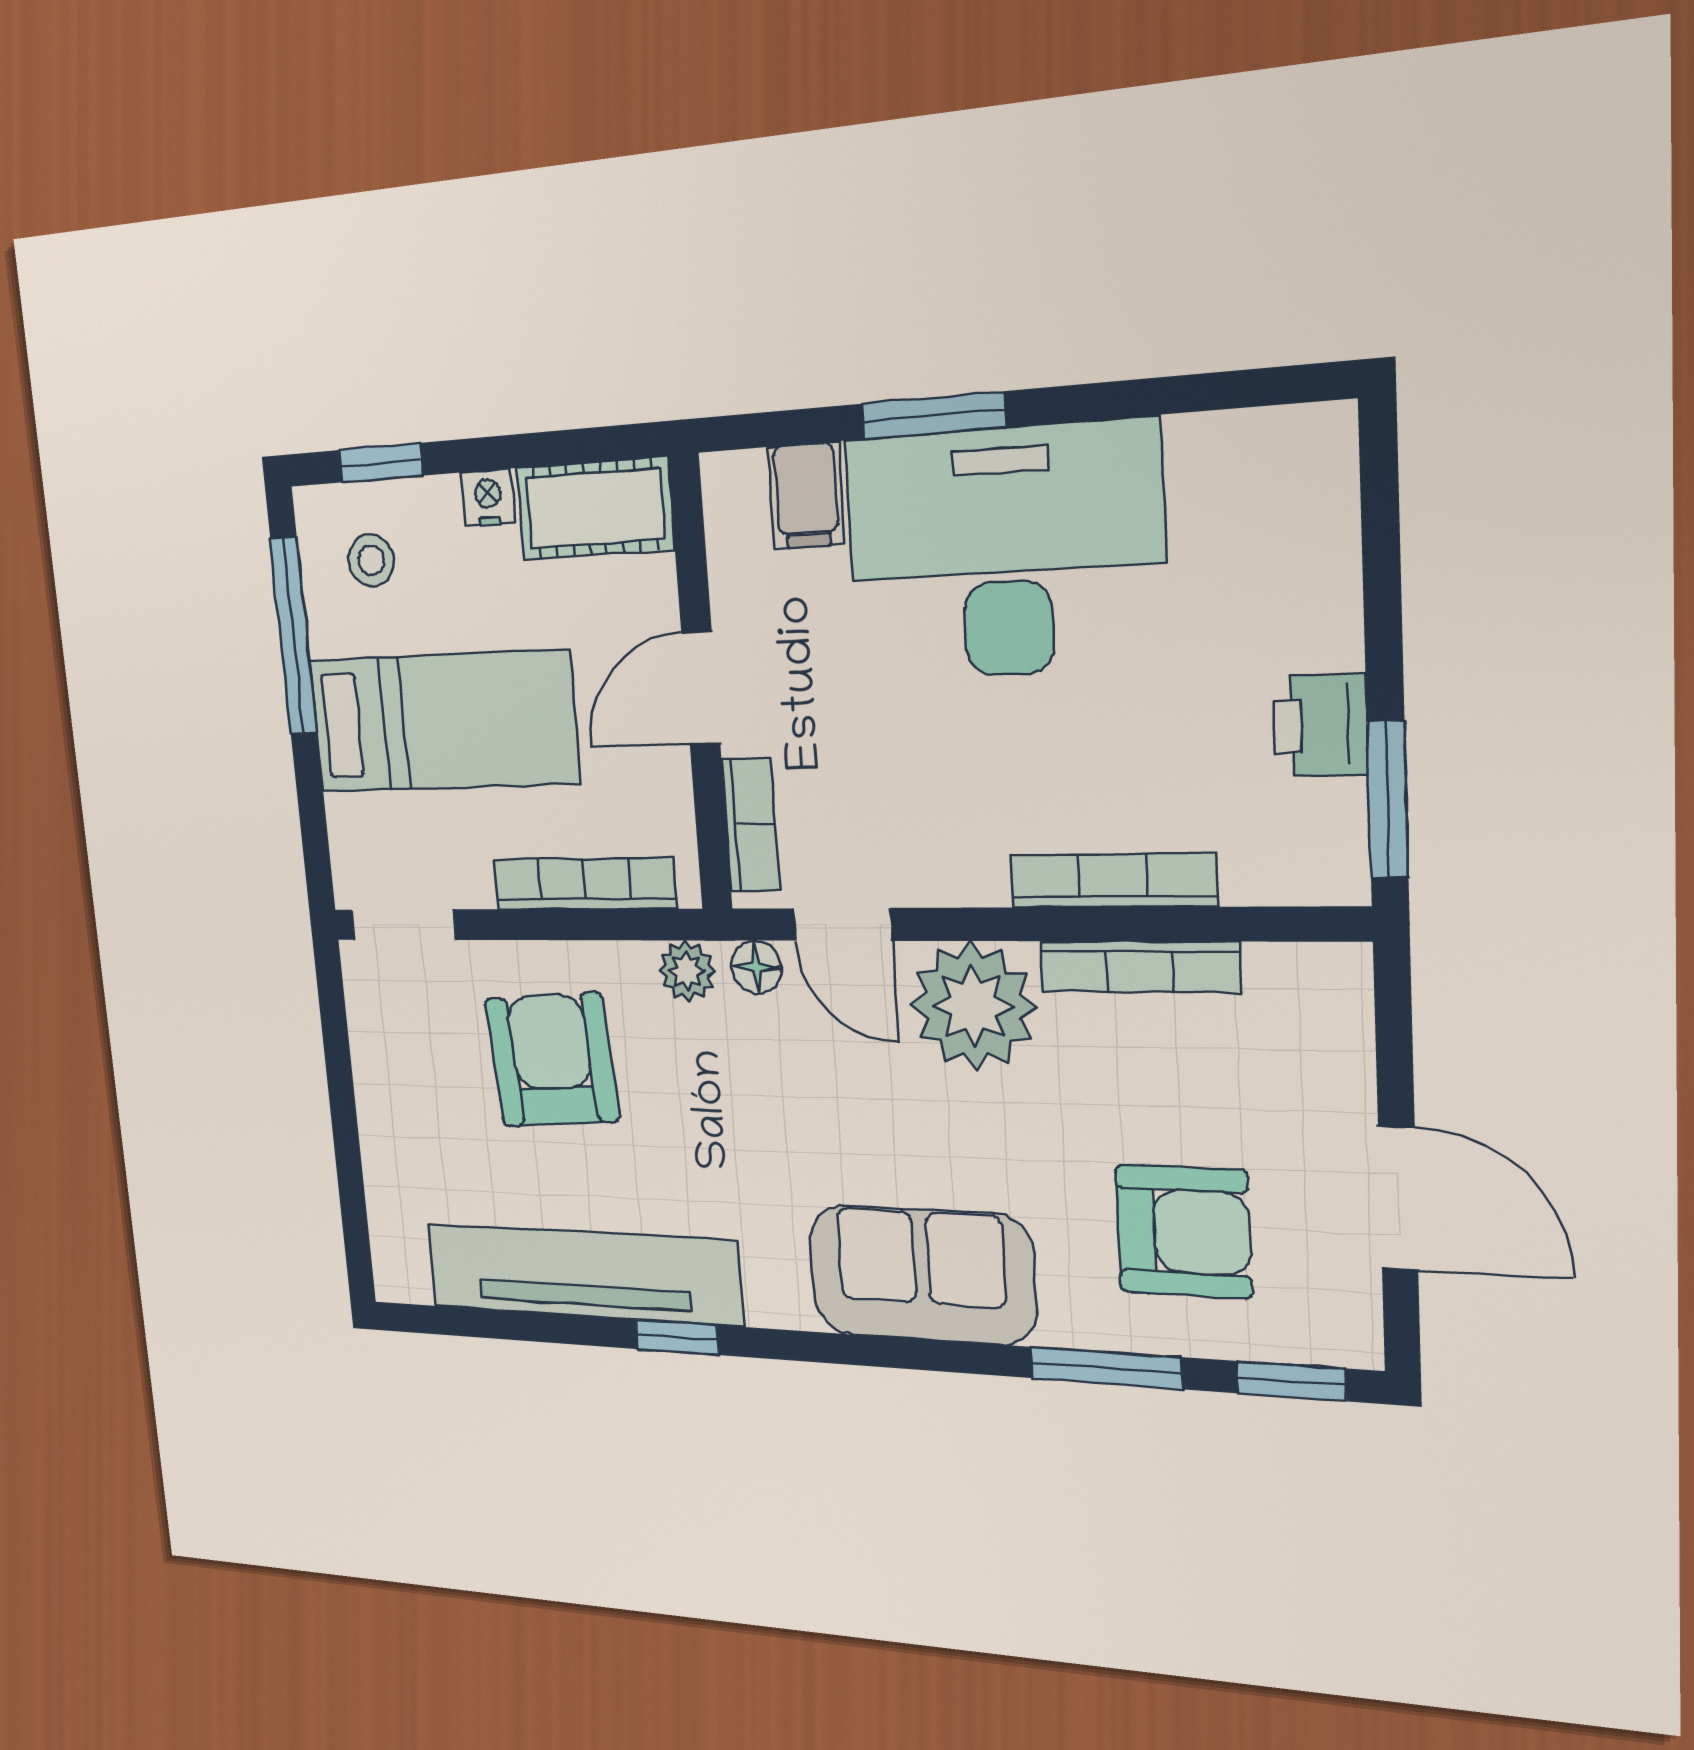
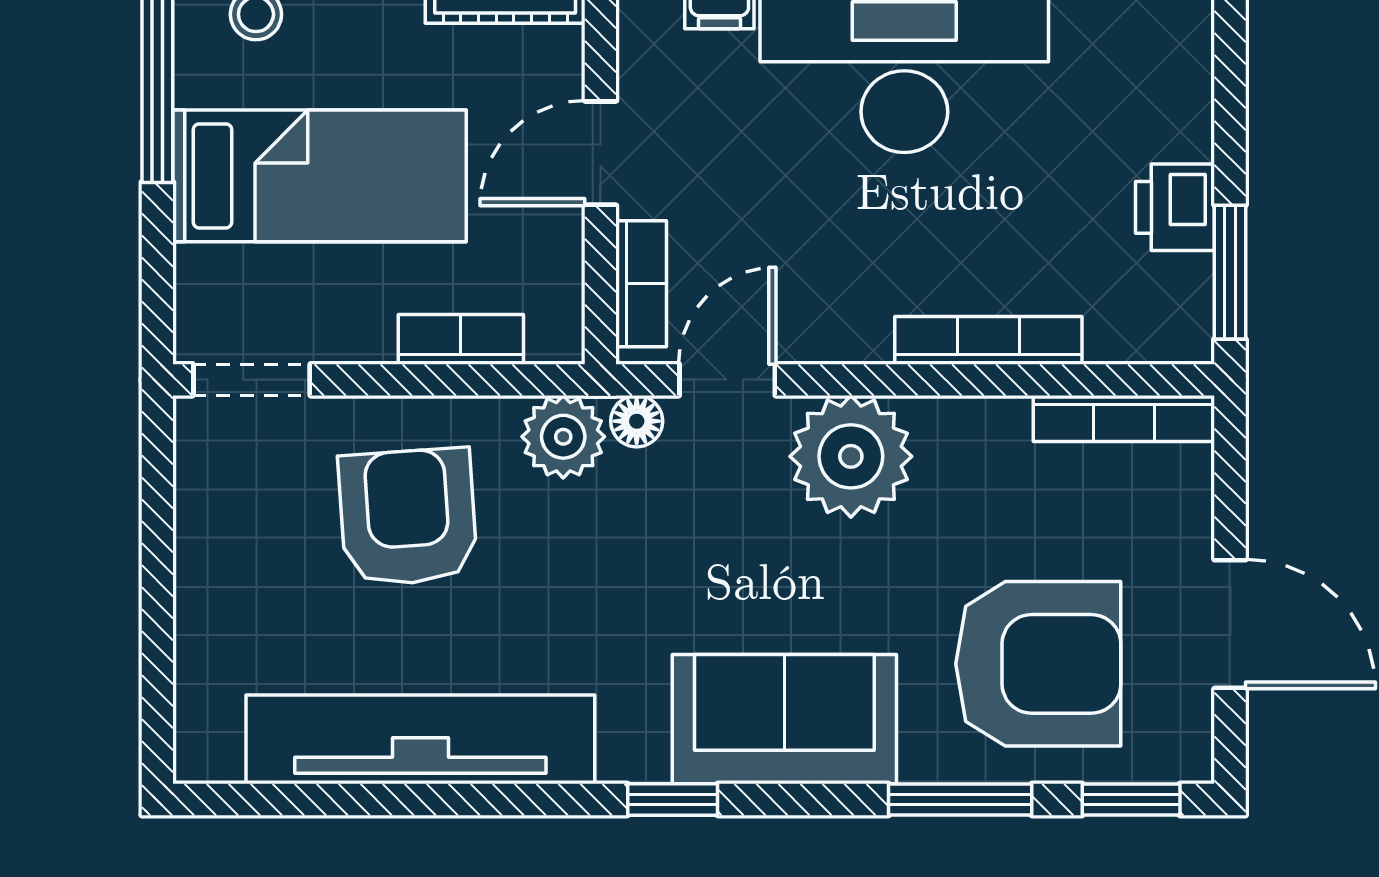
bookcase: (585, 884) -> (461, 339), width x0.64
door: (843, 924) -> (727, 380), swing flipped
bookcase: (1139, 967) -> (1124, 419), moved
plant: (687, 971) -> (563, 437), width x1.38, depth x1.38
armchair: (1183, 1232) -> (1038, 664), width x1.36, depth x1.36
window: (677, 1337) -> (673, 800), moved

